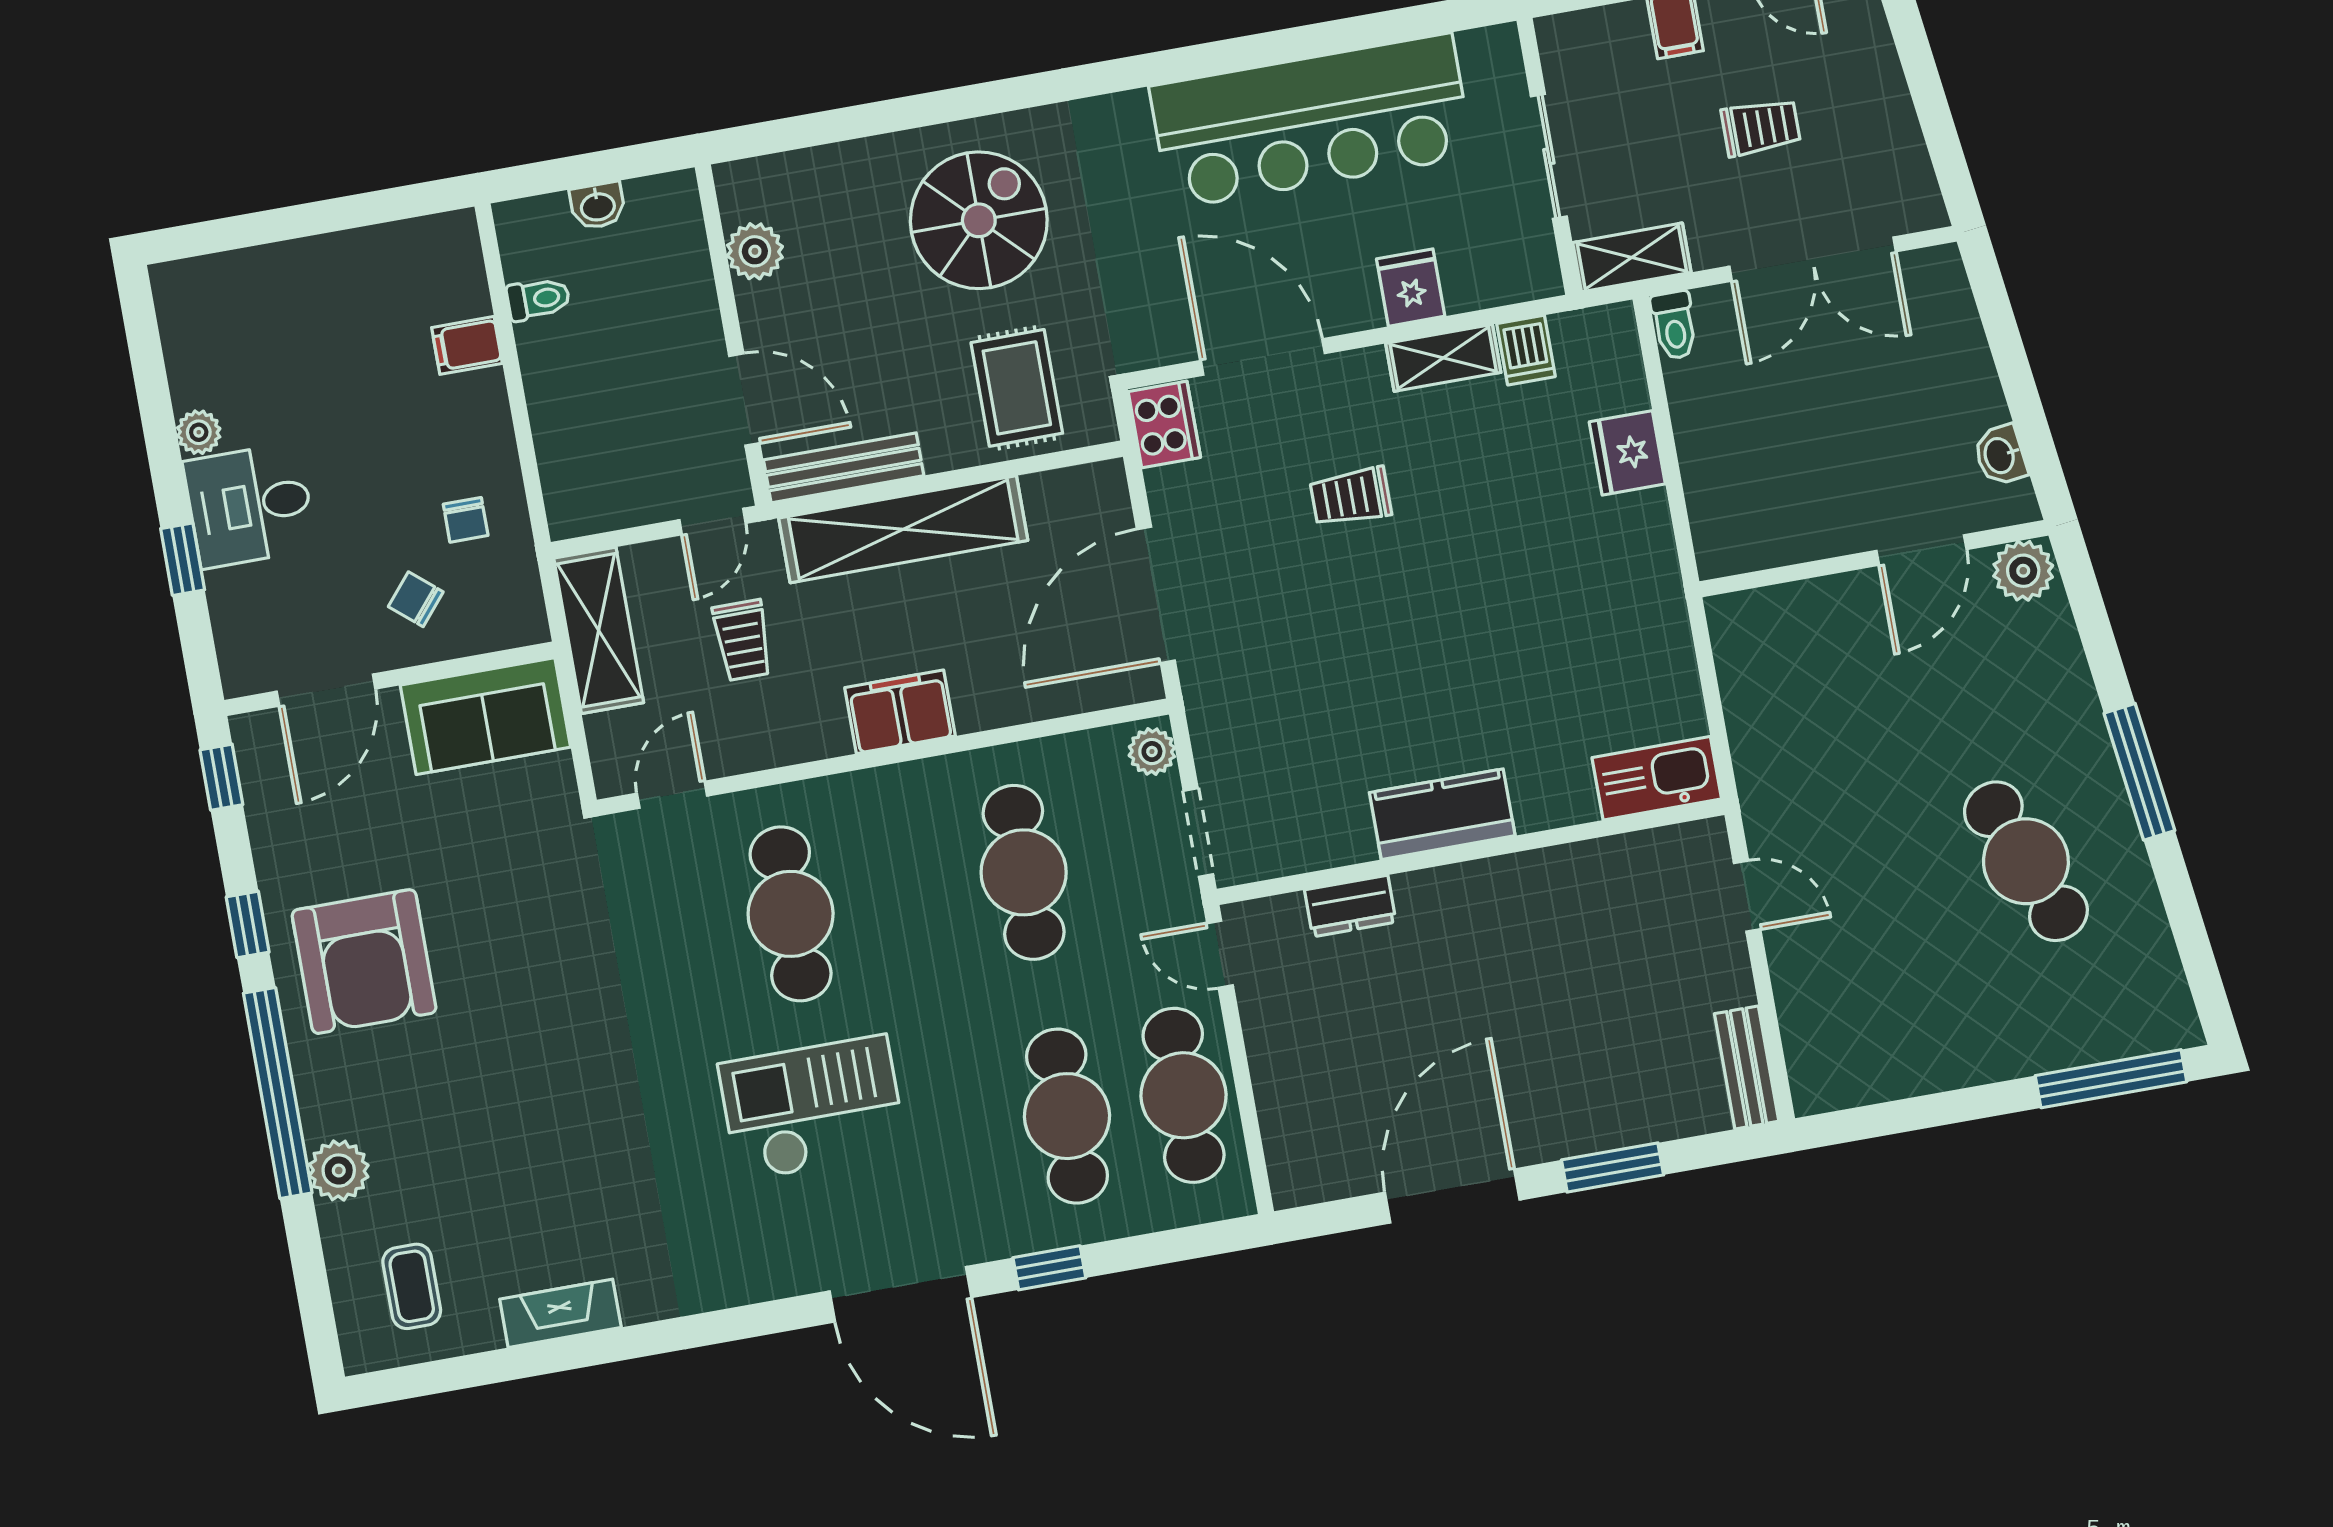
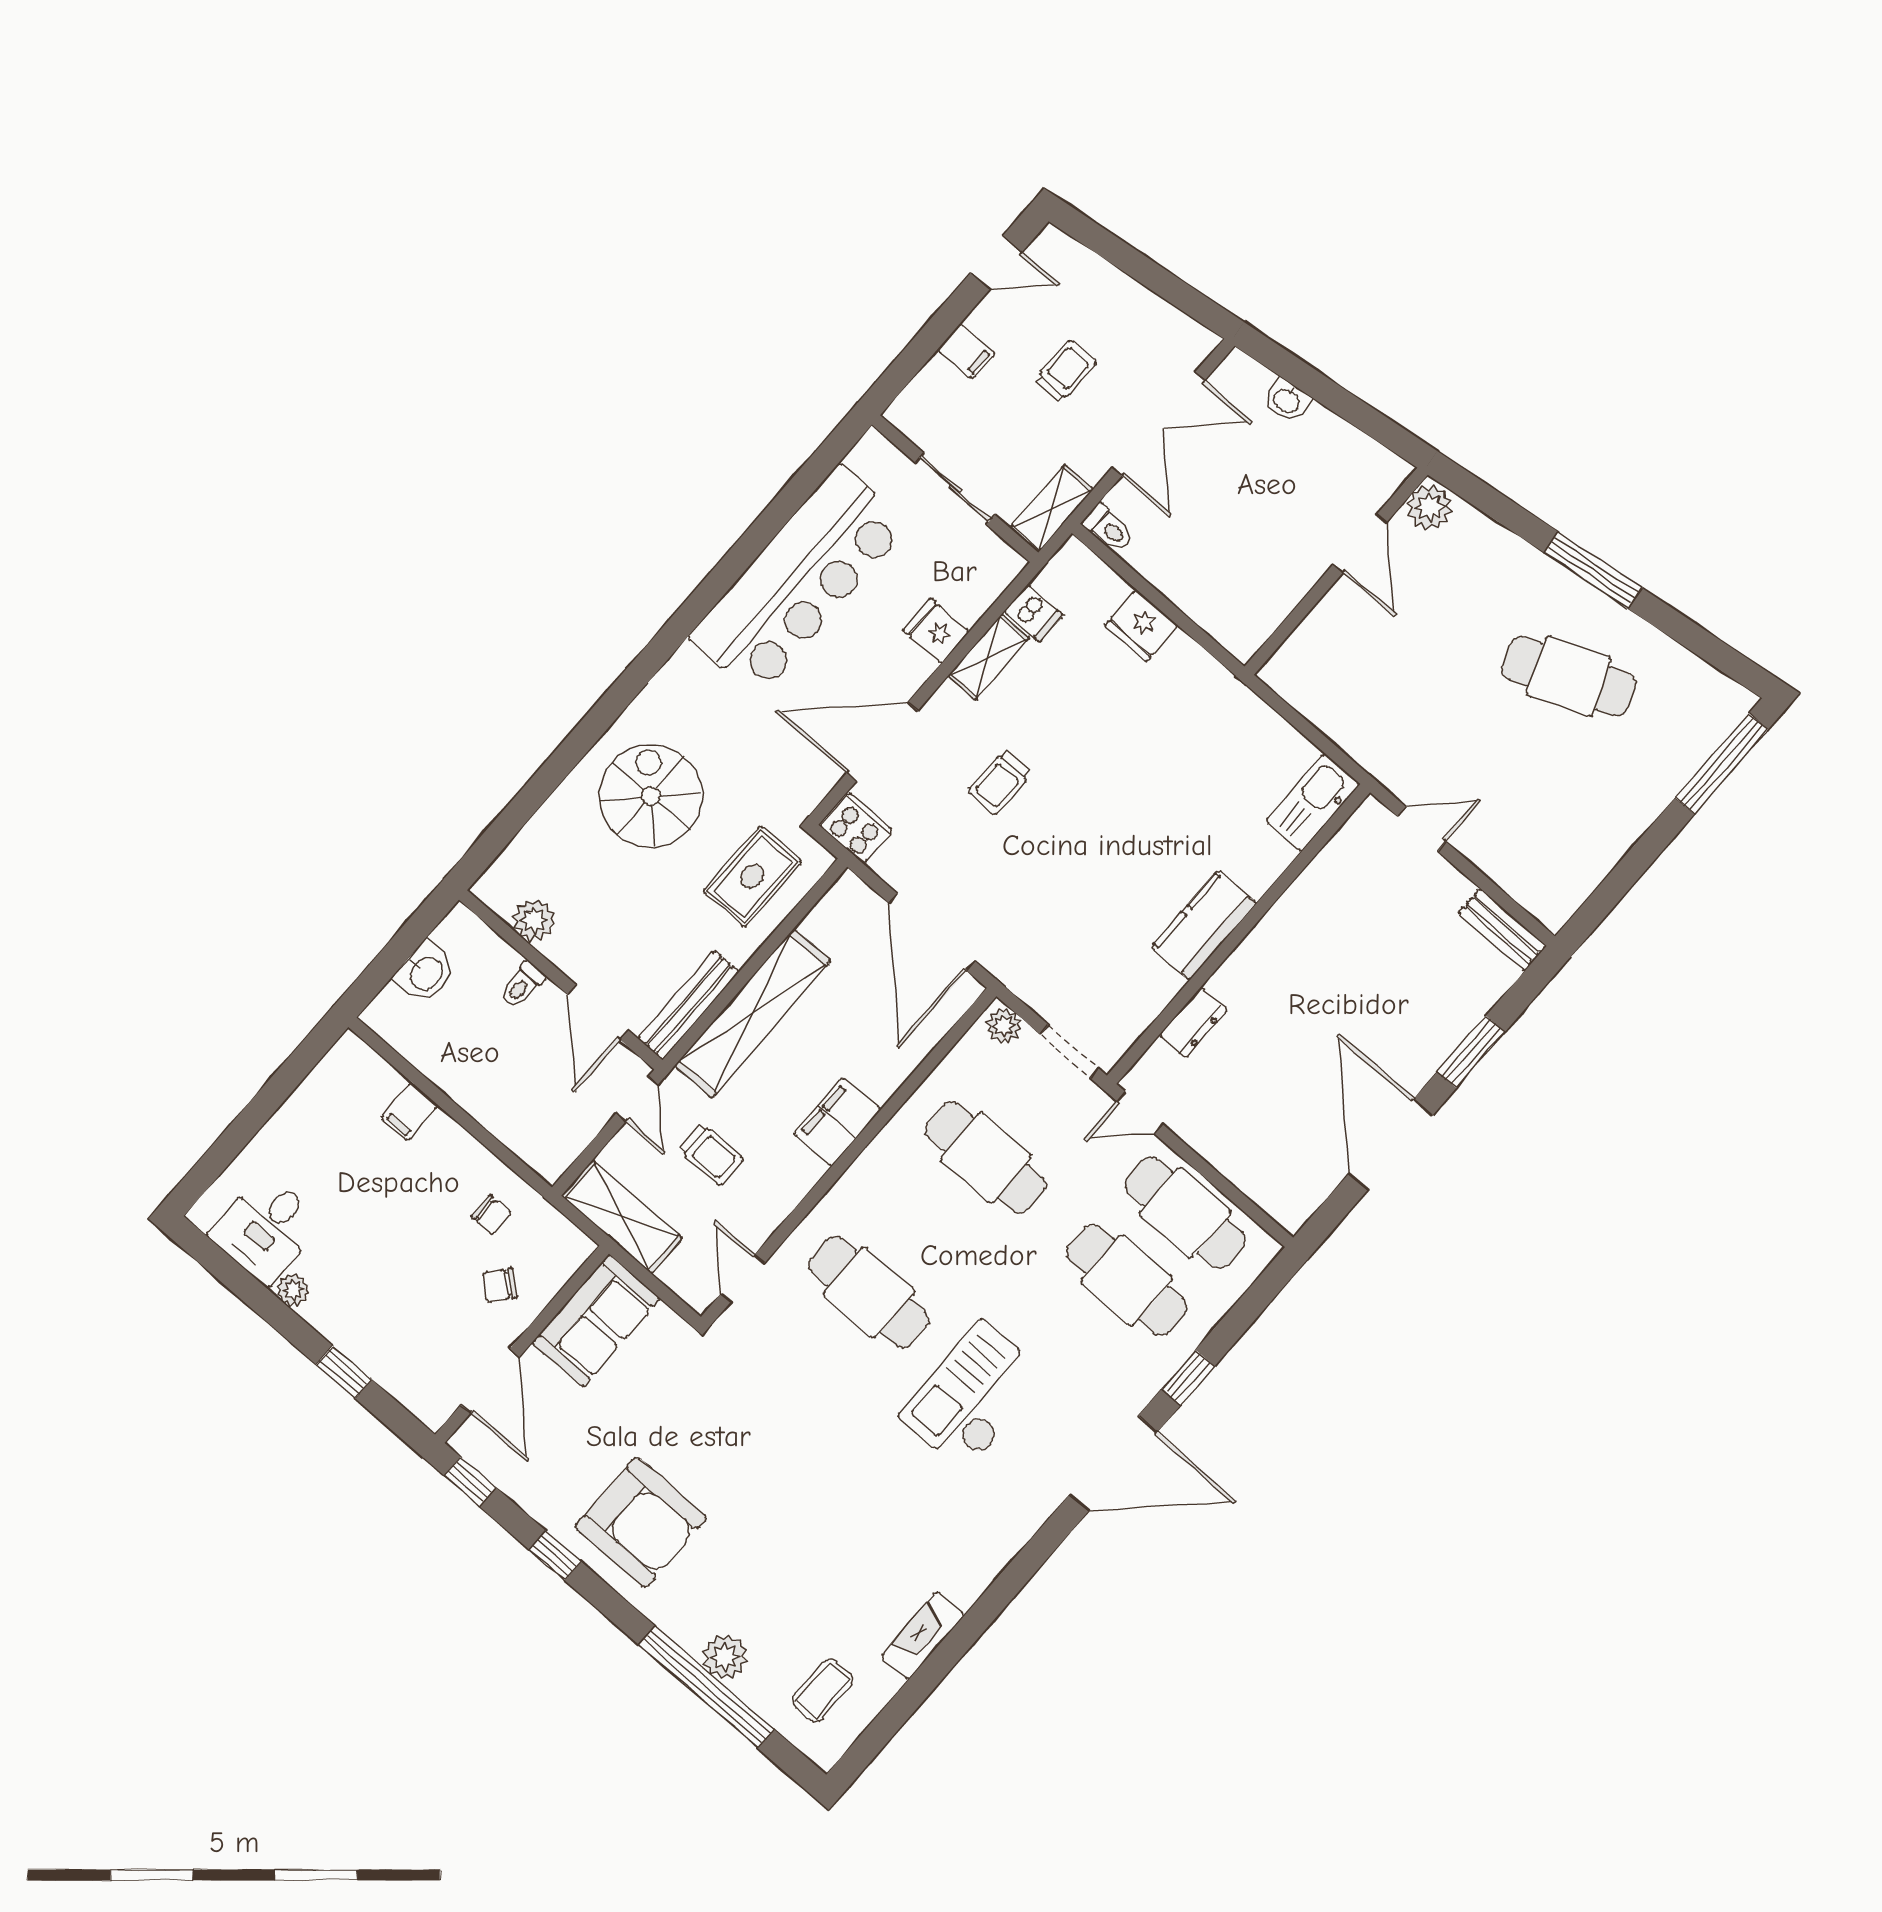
washbasin: (598, 206) -> (425, 973), width x1.38, depth x1.45
toilet: (538, 299) -> (522, 985), moved, turned 180
rug: (1017, 388) -> (752, 876), turned 90
door: (744, 400) -> (598, 1012), swing flipped
washbasin: (2000, 455) -> (1287, 400), moved
desk: (250, 505) -> (266, 1229), moved
window: (278, 1093) -> (706, 1687), moved
coffee table: (412, 1286) -> (823, 1690), turned 90

